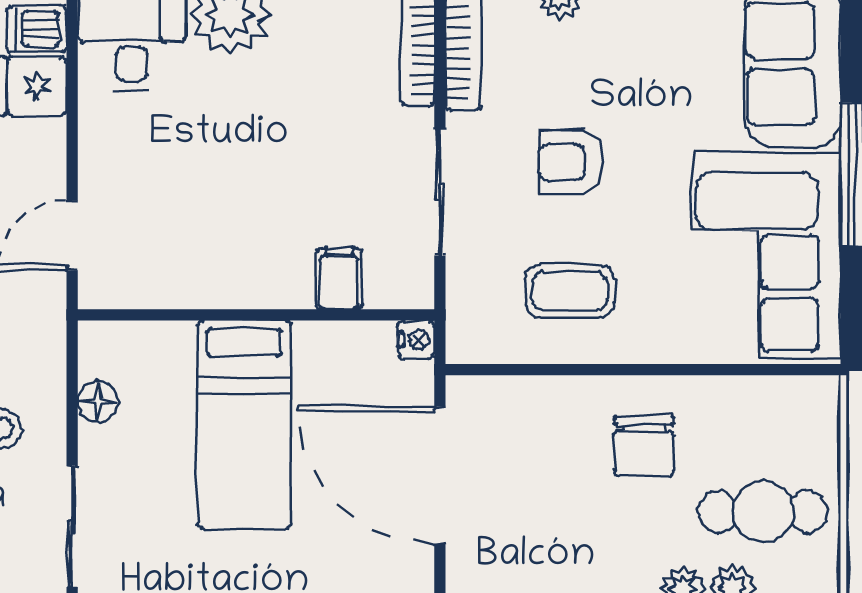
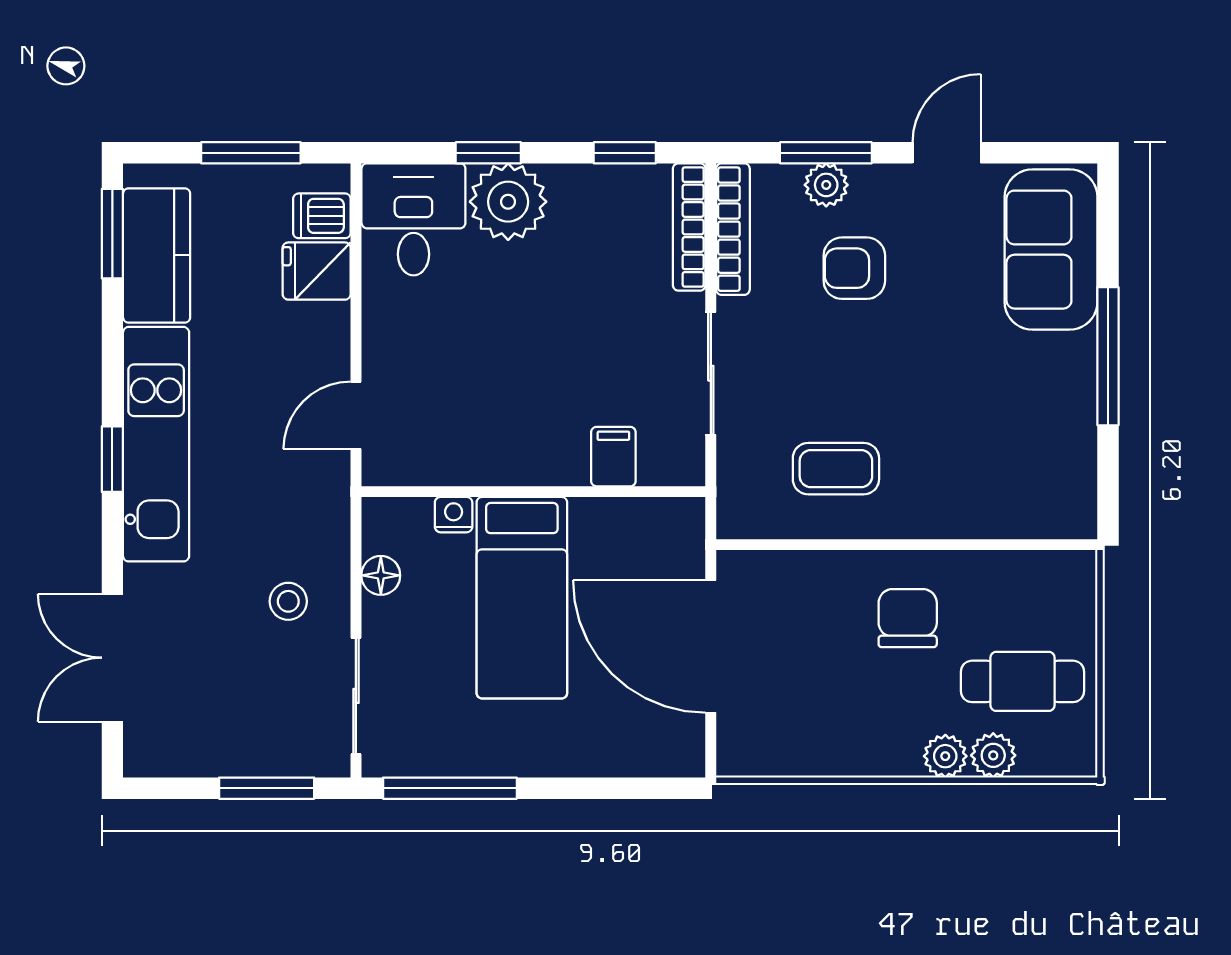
armchair: (571, 162) -> (854, 268), moved
corner sofa: (767, 255) -> (1026, 434), removed
nightstand: (416, 340) -> (454, 515), moved, turned -90
chair: (644, 446) -> (908, 618), turned 180

